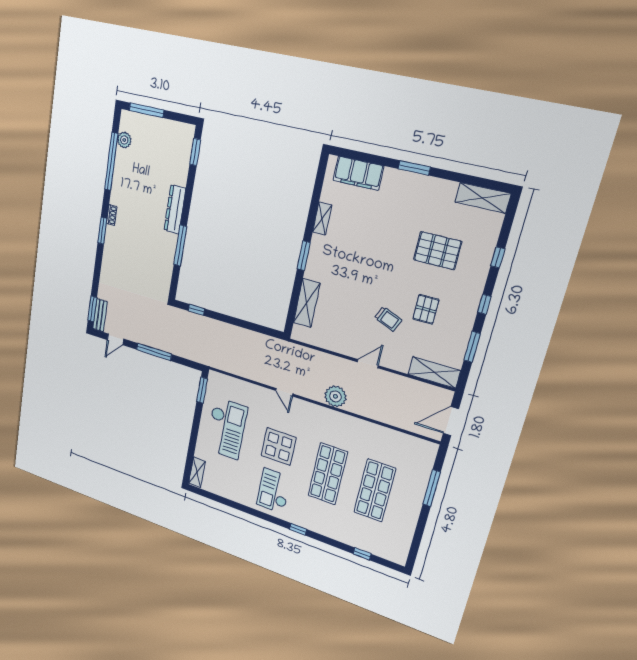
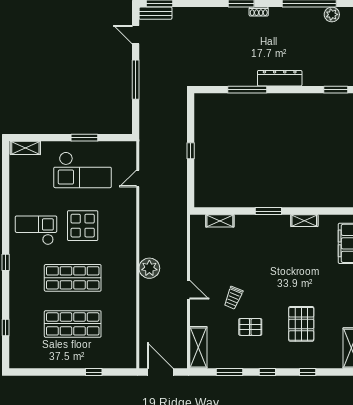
shelving: (307, 303) -> (220, 221), width x0.67, depth x0.75
window: (196, 310) -> (191, 151), moved
window: (202, 390) -> (84, 138), moved
door: (284, 392) -> (138, 179), moved
window: (432, 488) -> (94, 372), width x0.46

